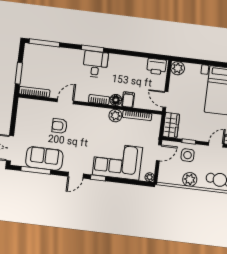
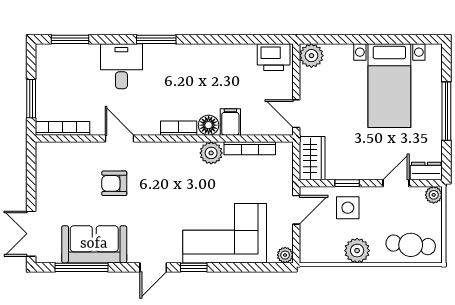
window: (44, 43) -> (70, 39), width x0.69
desk: (95, 64) -> (121, 66), moved
door: (65, 101) -> (119, 138), hinge flipped

